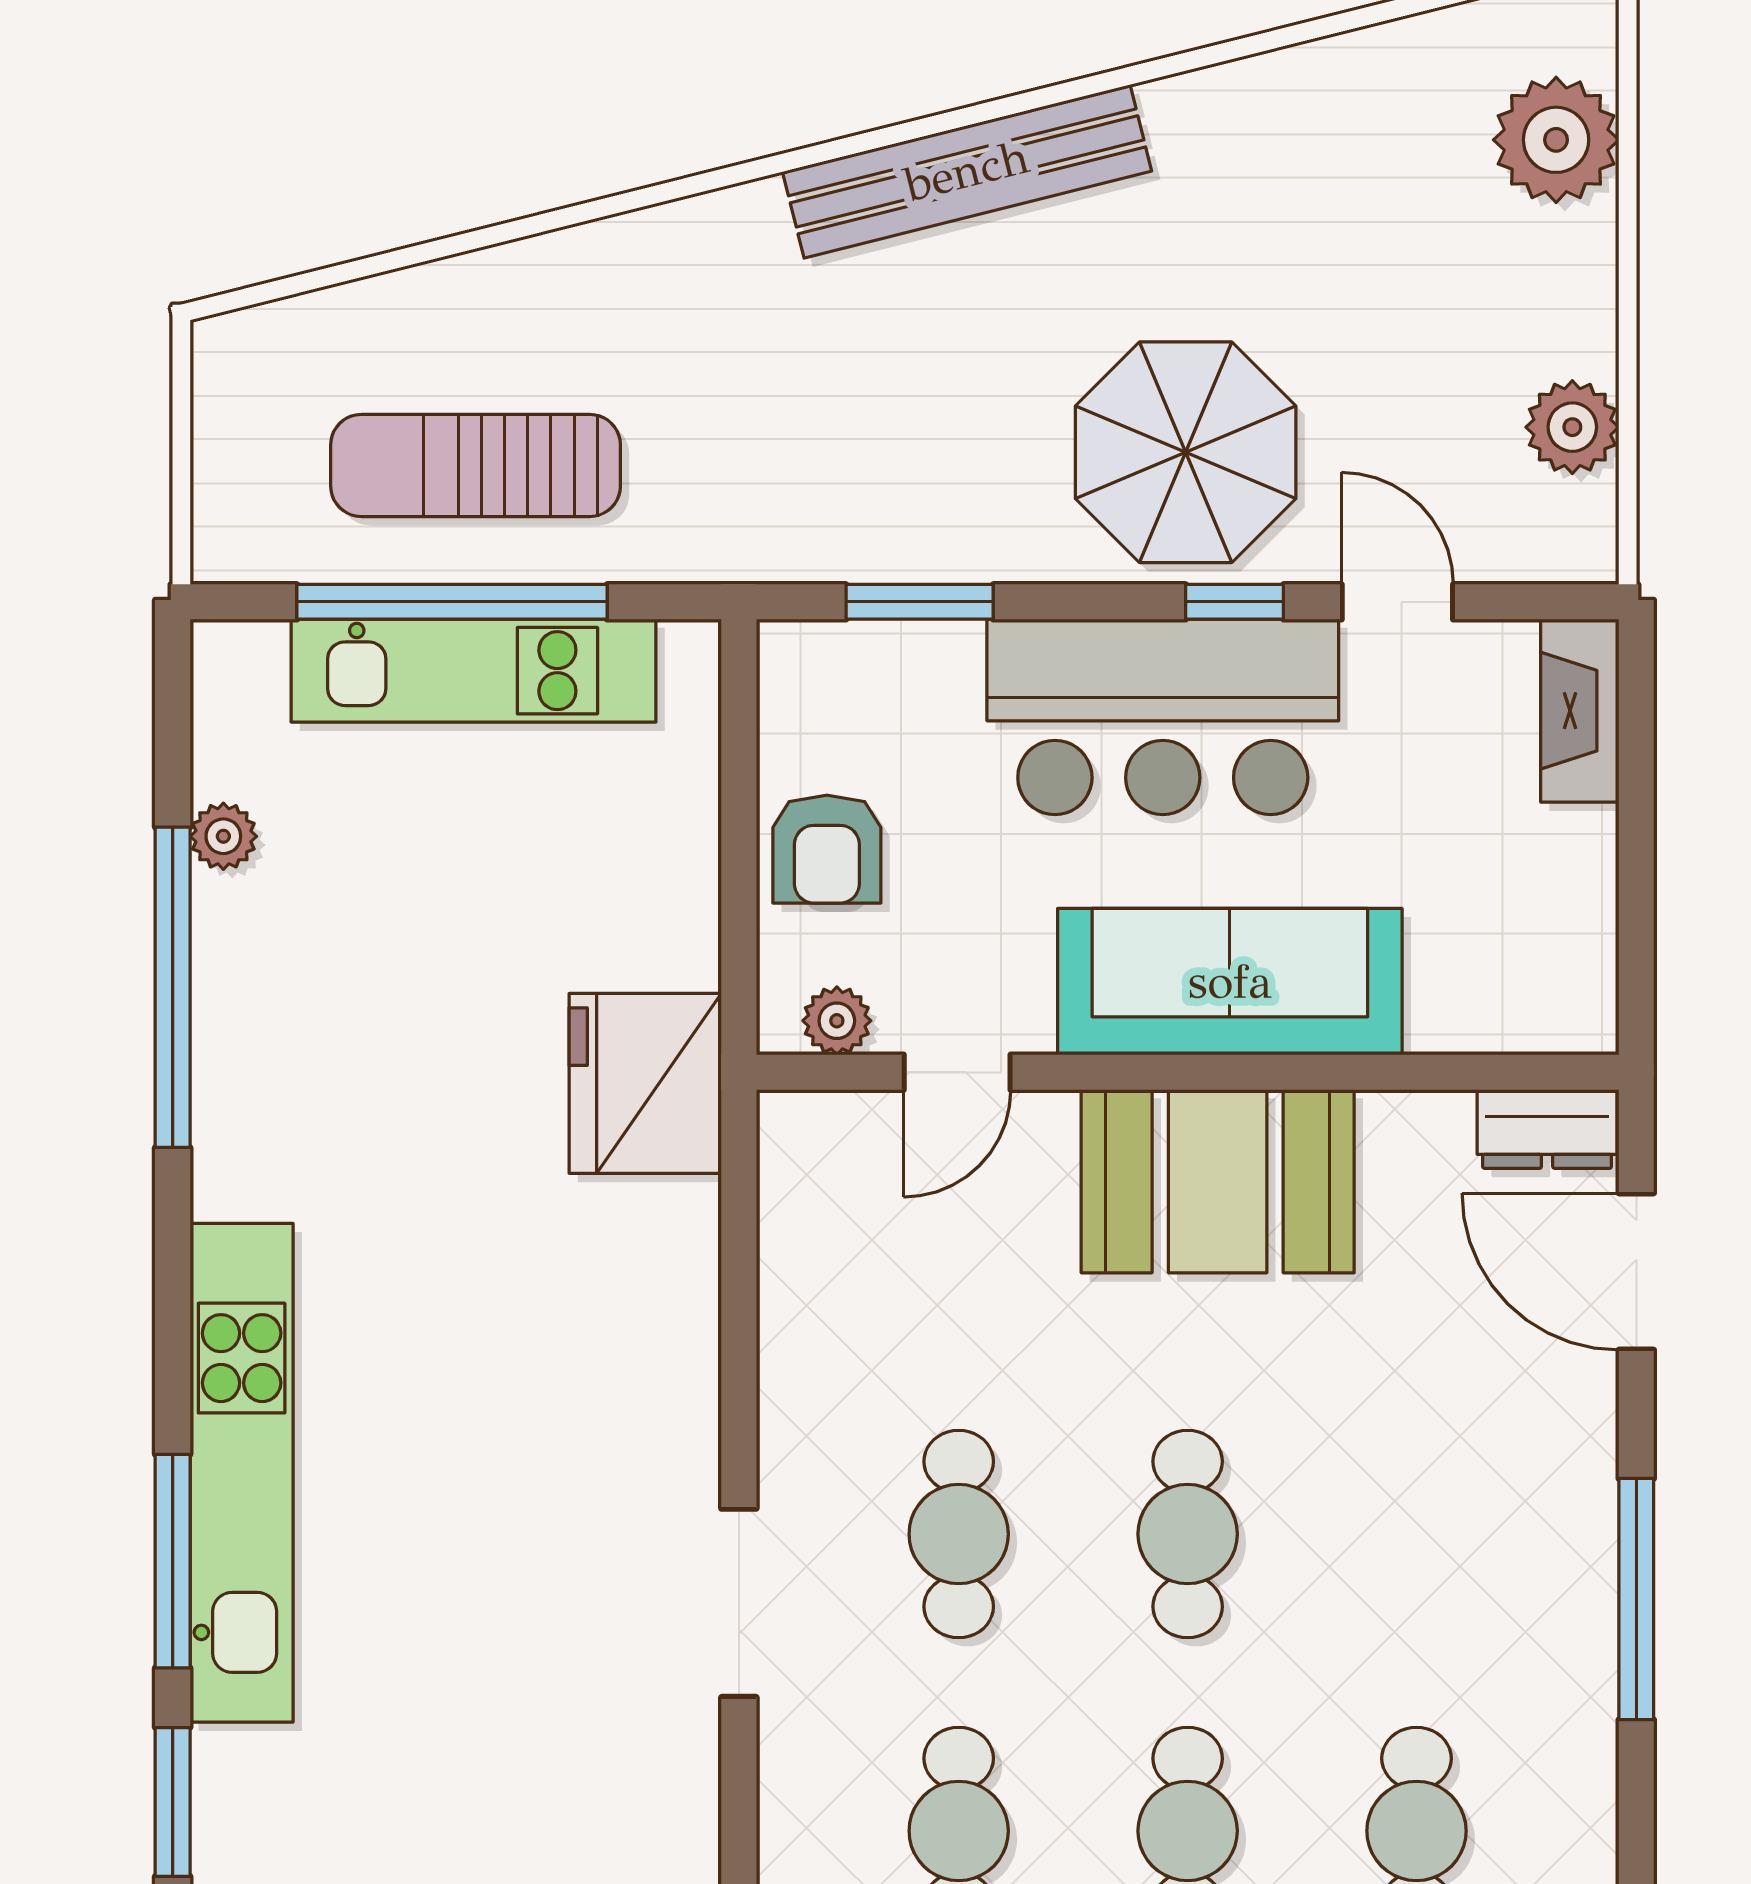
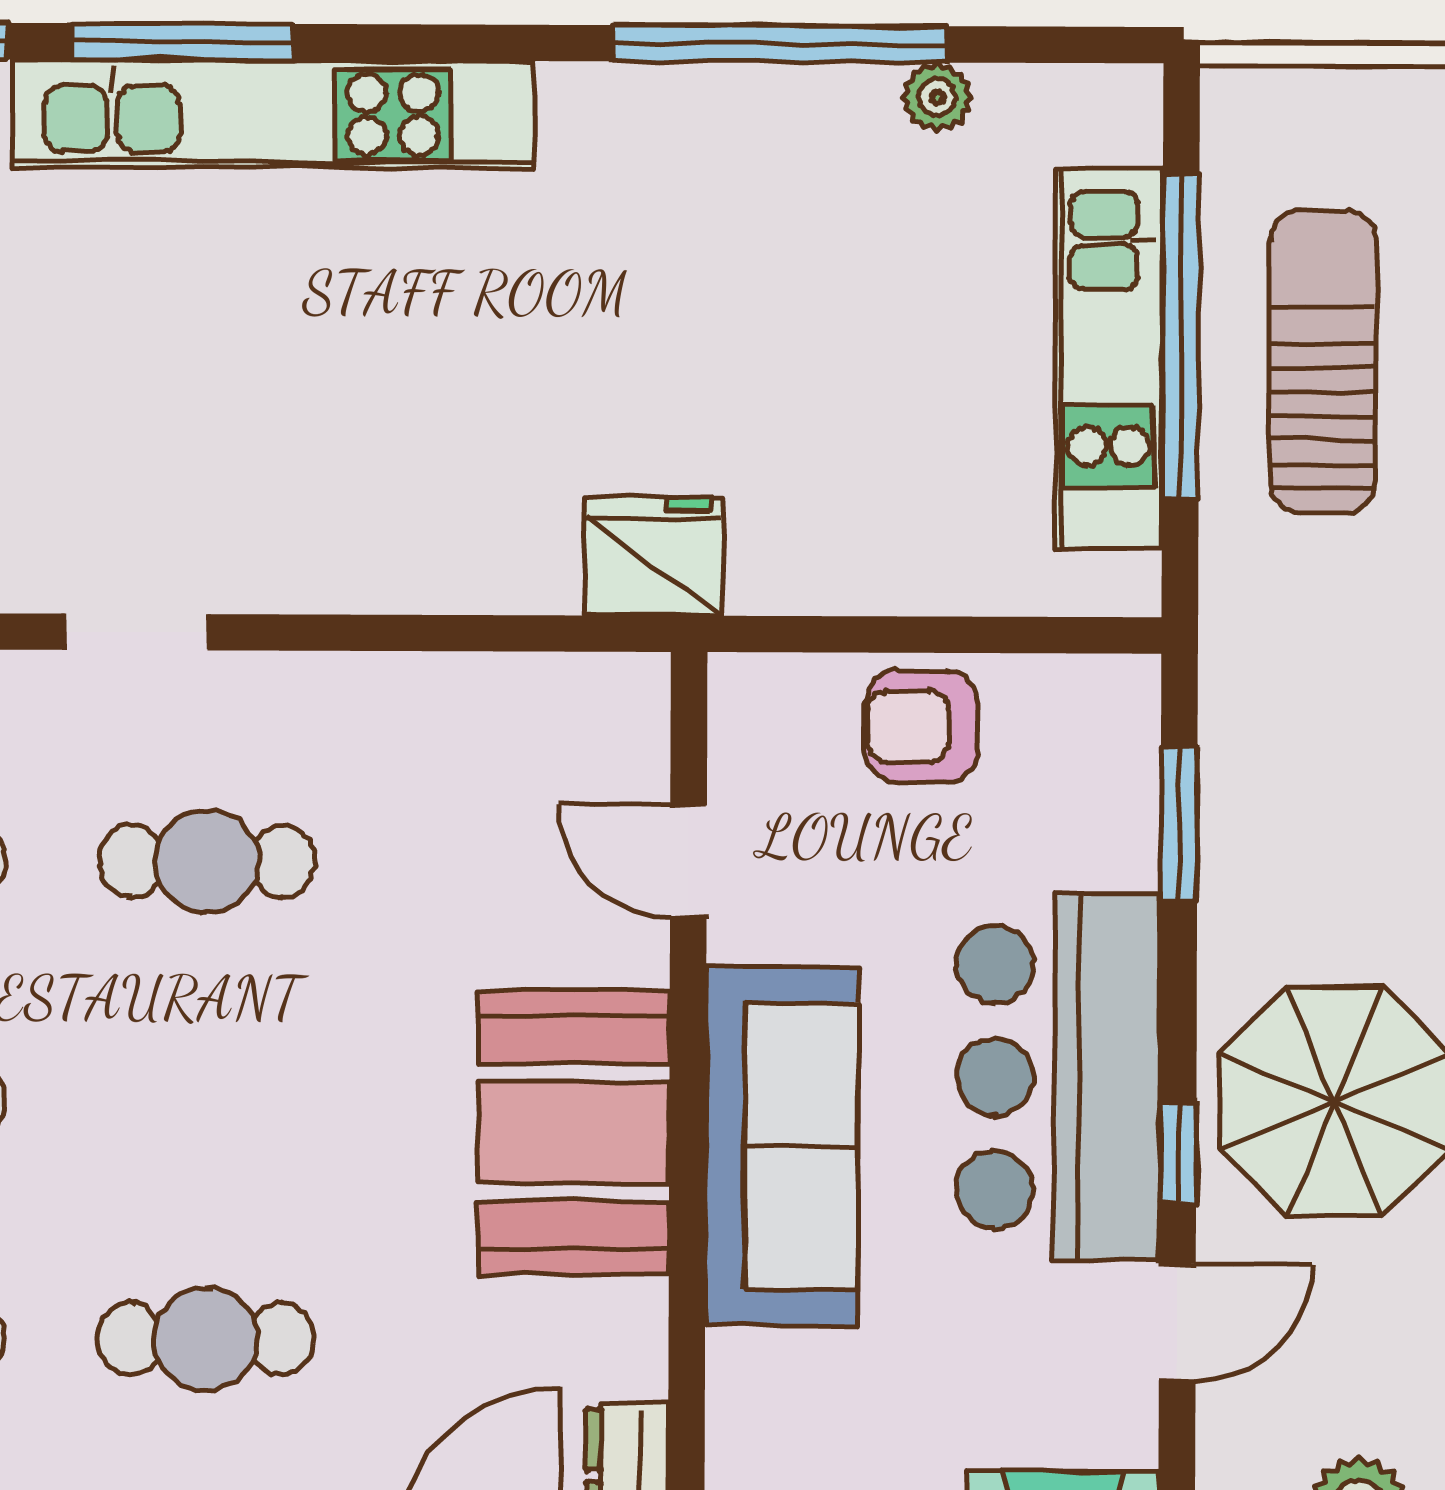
plant: (837, 1021) -> (743, 736), removed
fridge: (645, 1083) -> (653, 556), width x0.73, depth x0.75
cafe table: (1188, 1534) -> (205, 1339), moved
doorway: (739, 1603) -> (136, 632), width x0.73

